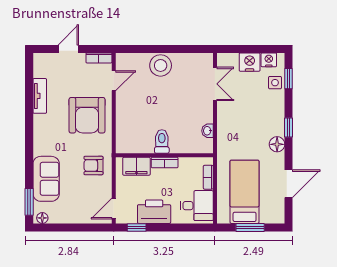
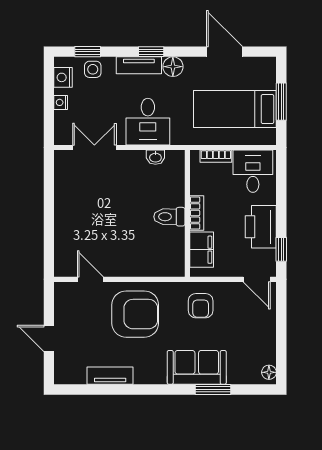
bookcase: (99, 58) -> (61, 299), removed
nightstand: (250, 62) -> (61, 102), width x0.53, depth x0.56
stool: (161, 65) -> (70, 218), removed
tv unit: (278, 118) -> (139, 65), added
desk: (235, 125) -> (148, 122), added
sofa: (46, 179) -> (197, 367), moved
window: (29, 202) -> (213, 389), moved

